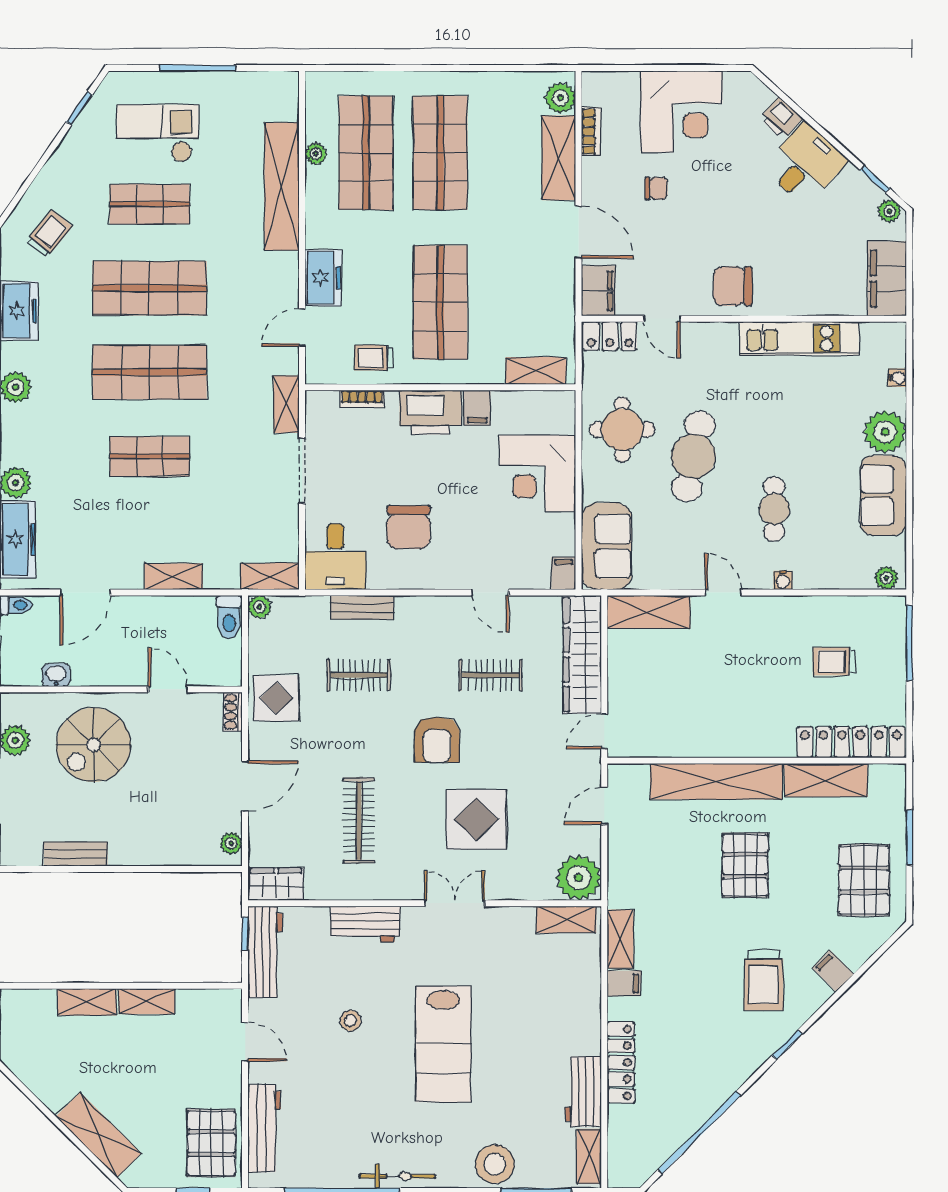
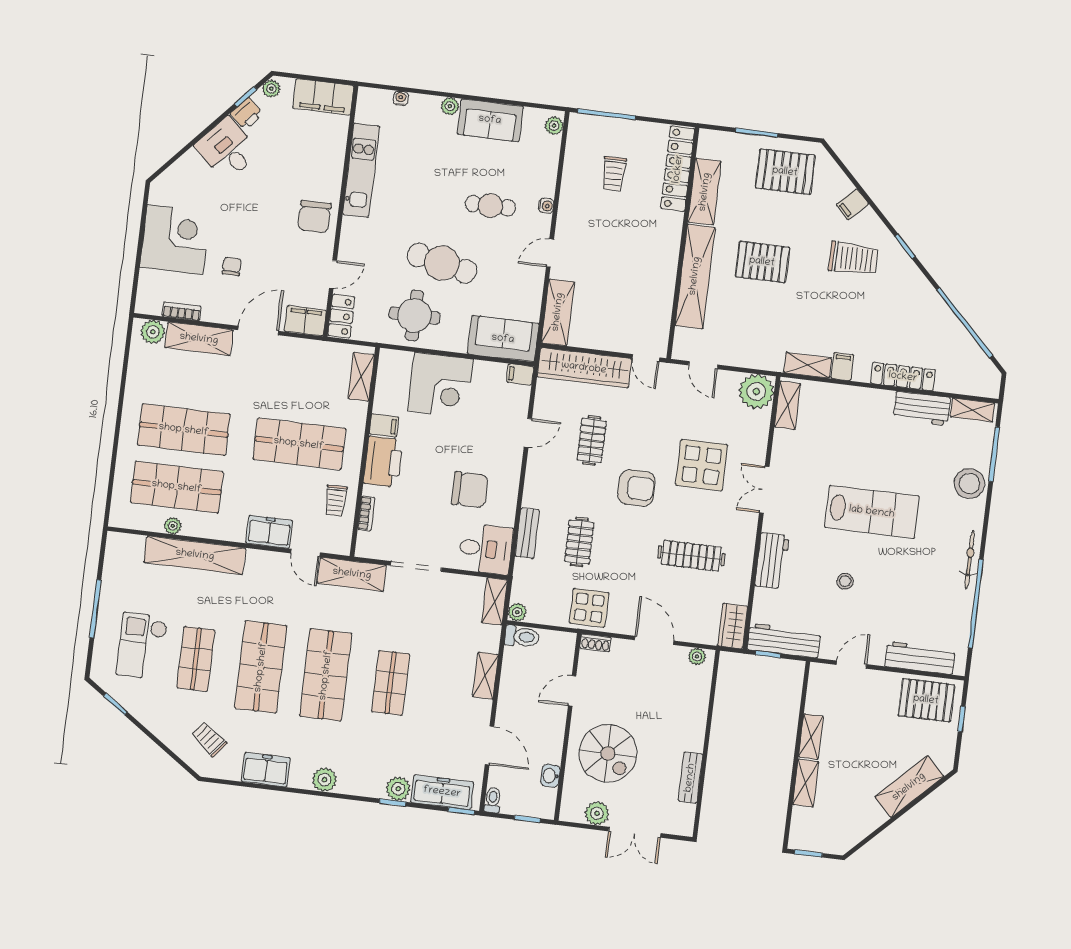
printer: (781, 118) -> (247, 114), moved
shelving: (286, 404) -> (352, 574), width x1.50, depth x1.33
plant: (885, 432) -> (450, 106), width x0.53, depth x0.53

